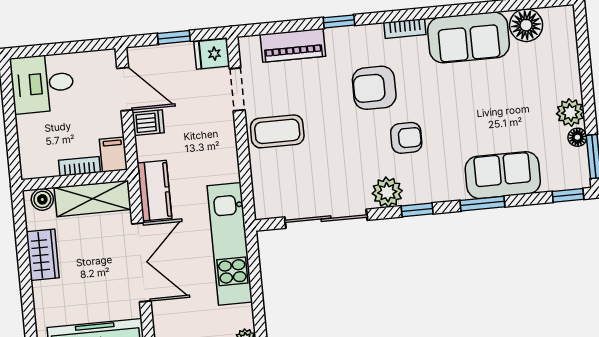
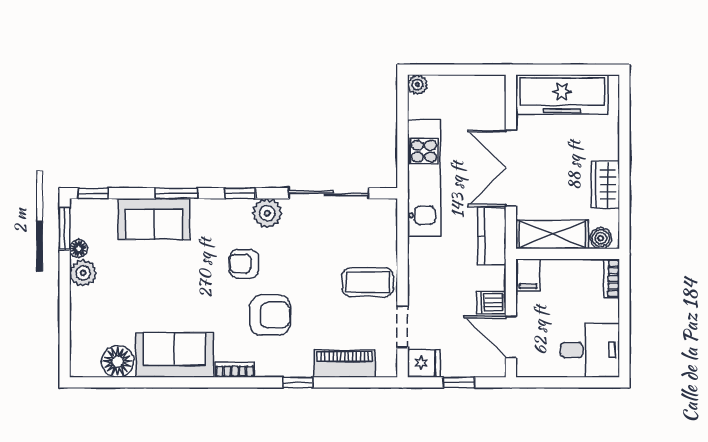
bookcase: (79, 166) -> (612, 279), moved, turned 90

